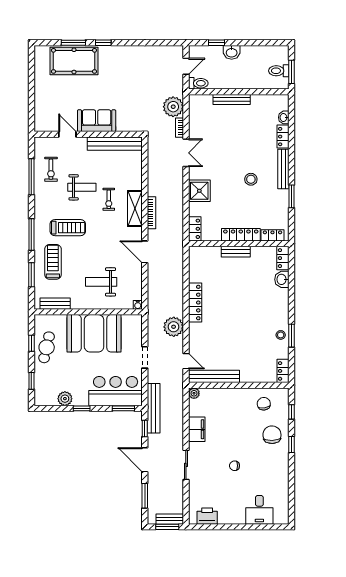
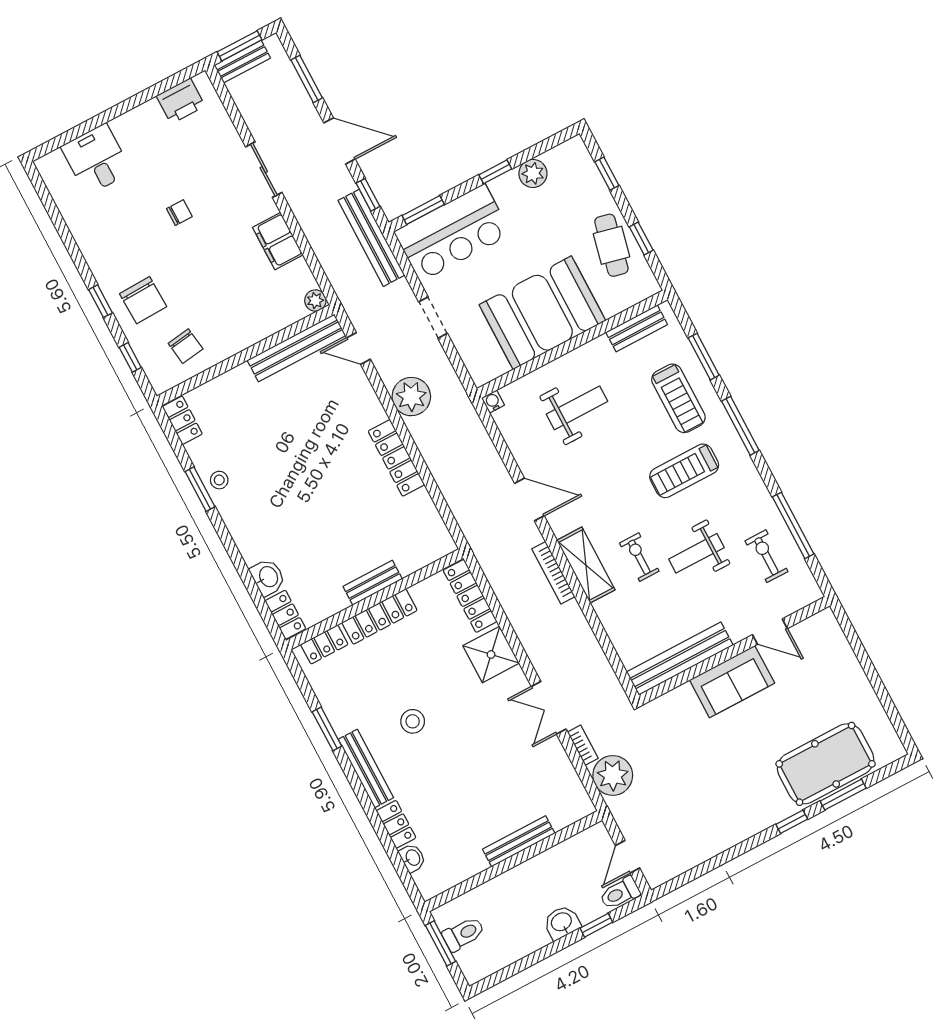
toilet: (198, 83) -> (620, 893), moved
locker: (195, 229) -> (470, 596), width x1.53

